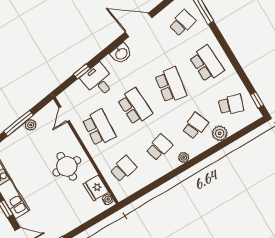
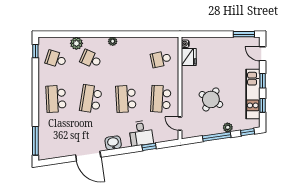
school desk: (182, 23) -> (56, 139), removed
door: (64, 114) -> (180, 124), swing flipped
plant: (31, 125) -> (228, 127), moved
school desk: (195, 126) -> (91, 59), turned 45
school desk: (159, 147) -> (126, 59), removed
round table: (67, 166) -> (211, 99), moved, turned 30

